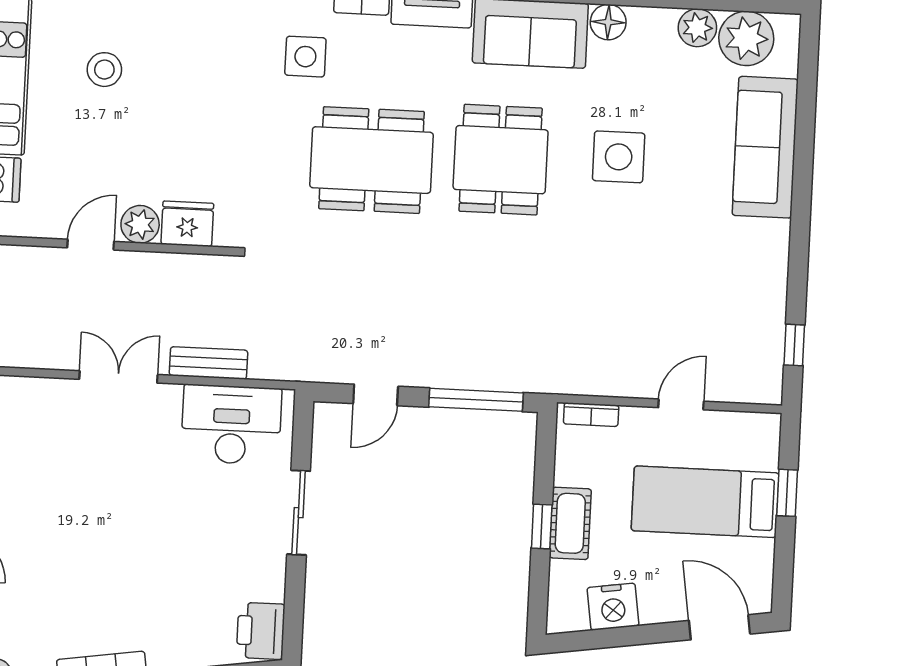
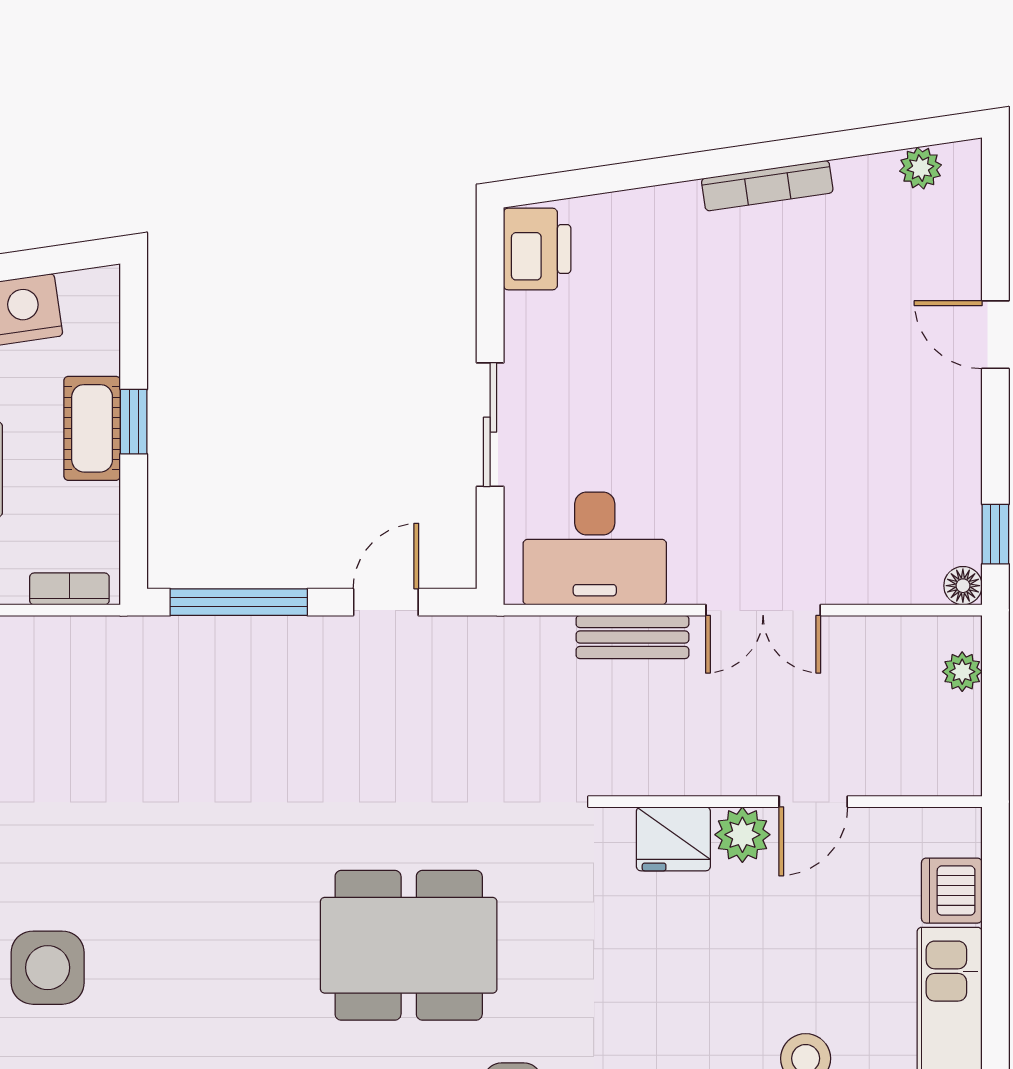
dining table: (501, 160) -> (220, 955), removed

